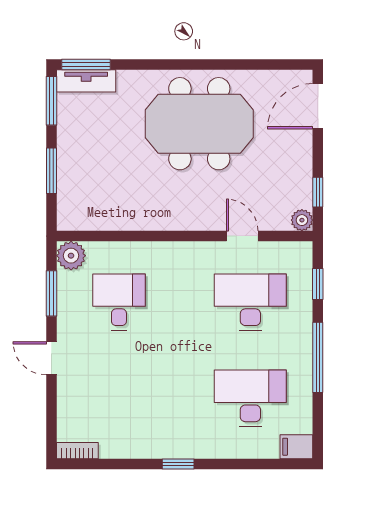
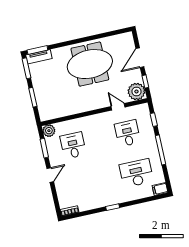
door: (318, 106) -> (140, 58), moved
plant: (302, 220) -> (136, 92), width x1.88, depth x1.88
desk: (250, 302) -> (127, 133), width x0.73
door: (51, 358) -> (50, 175), swing flipped

